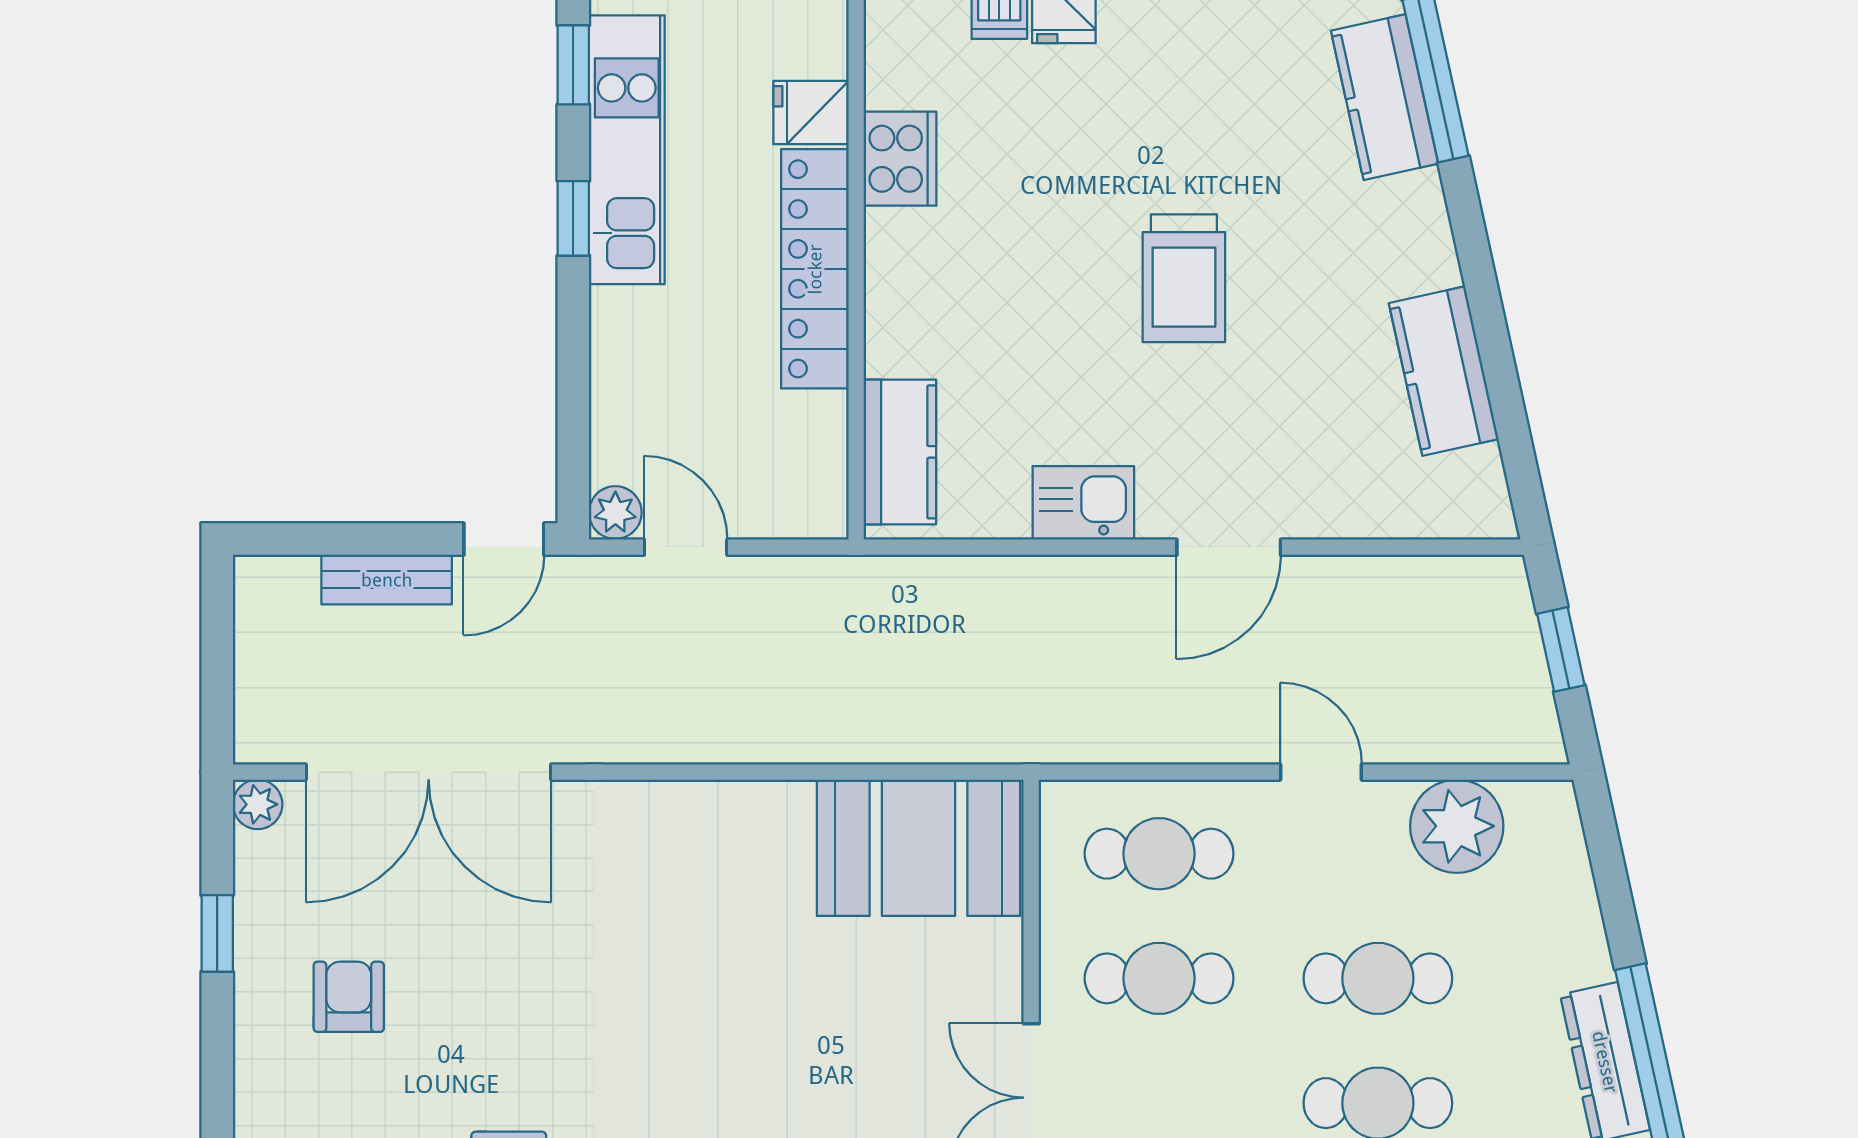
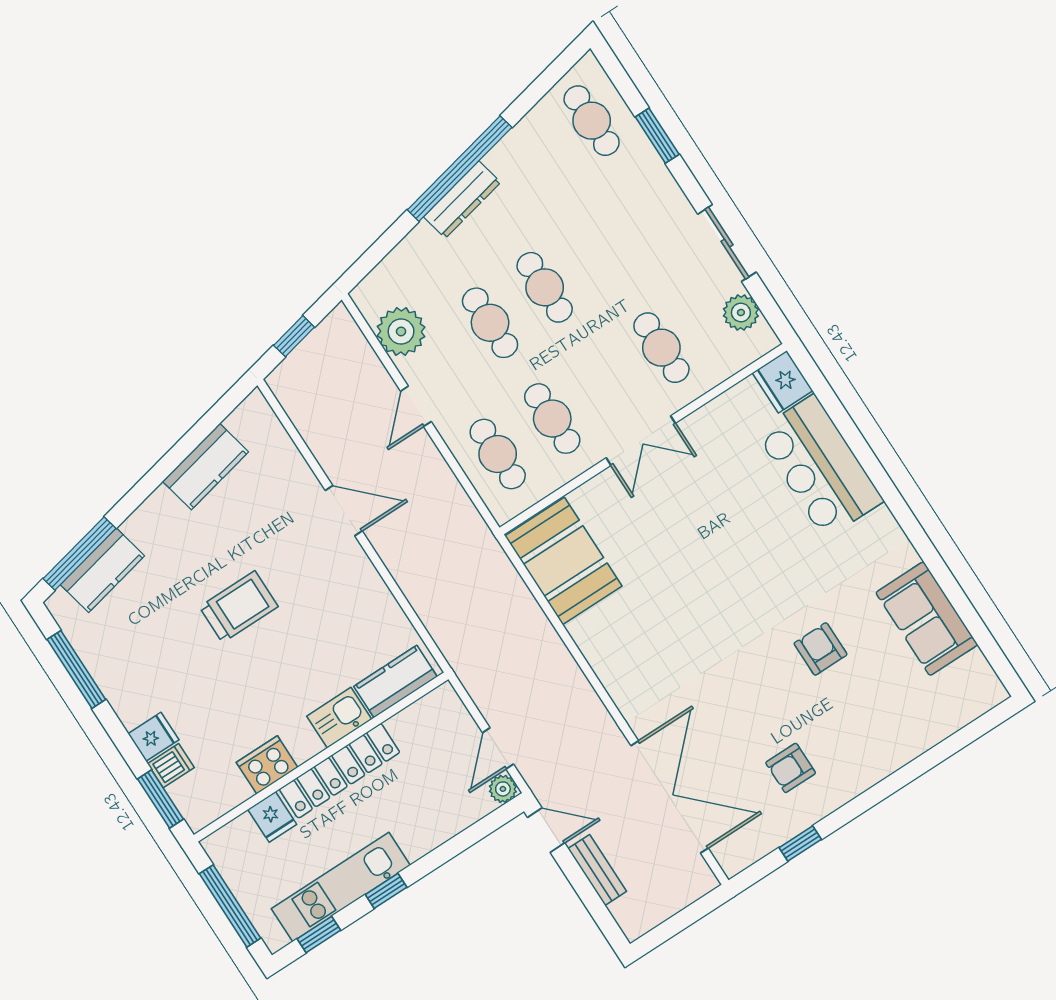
kitchen sink: (1083, 503) -> (339, 718), moved, turned 90
plant: (258, 804) -> (732, 863), removed

